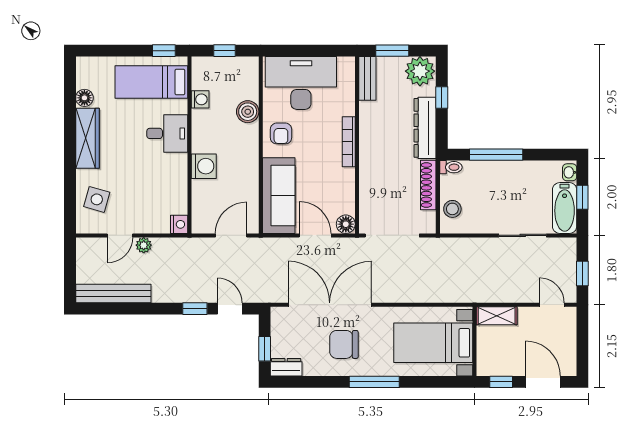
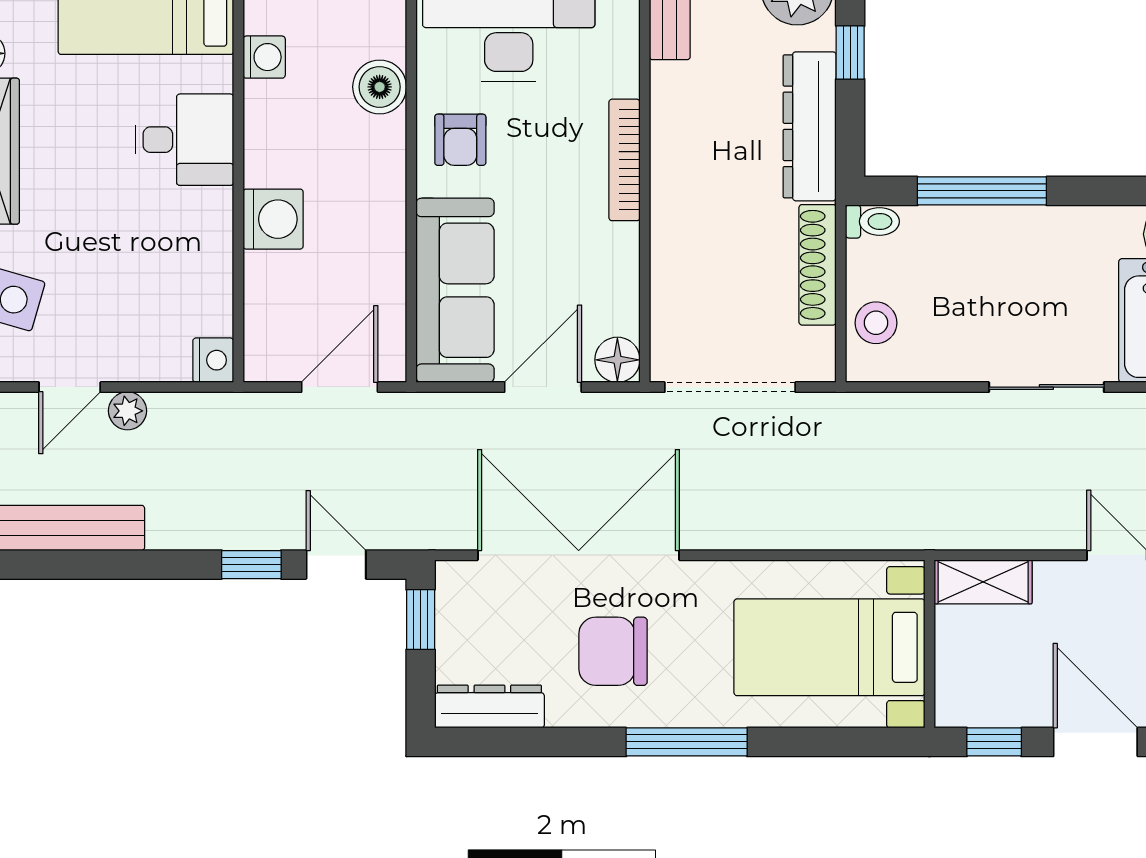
door: (315, 235) -> (543, 387), hinge flipped
window: (265, 349) -> (421, 620), moved
dresser: (286, 367) -> (489, 706), width x1.44

